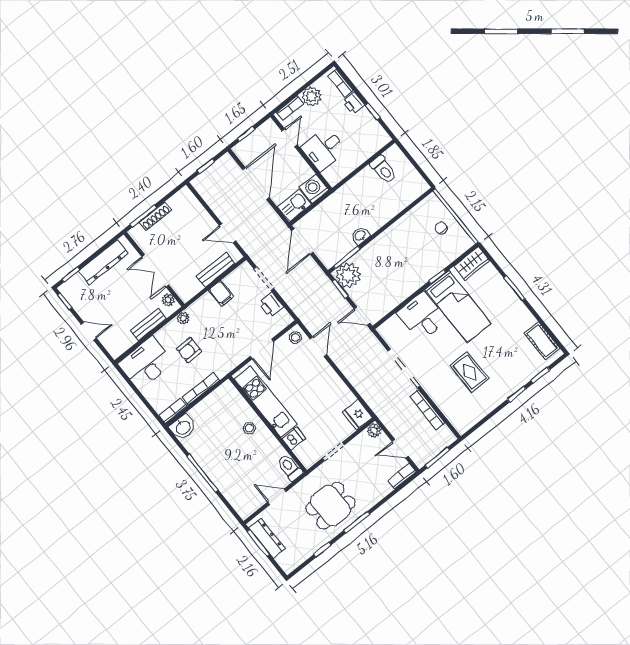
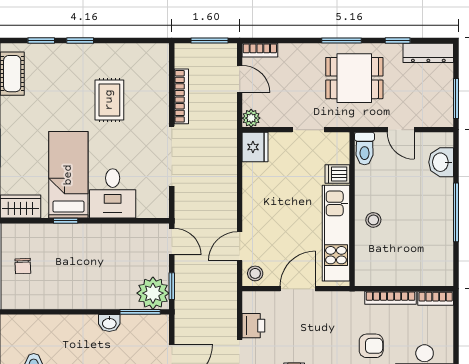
washbasin: (183, 427) -> (441, 162), moved, turned -90
dresser: (267, 538) -> (428, 53), moved, turned -90

